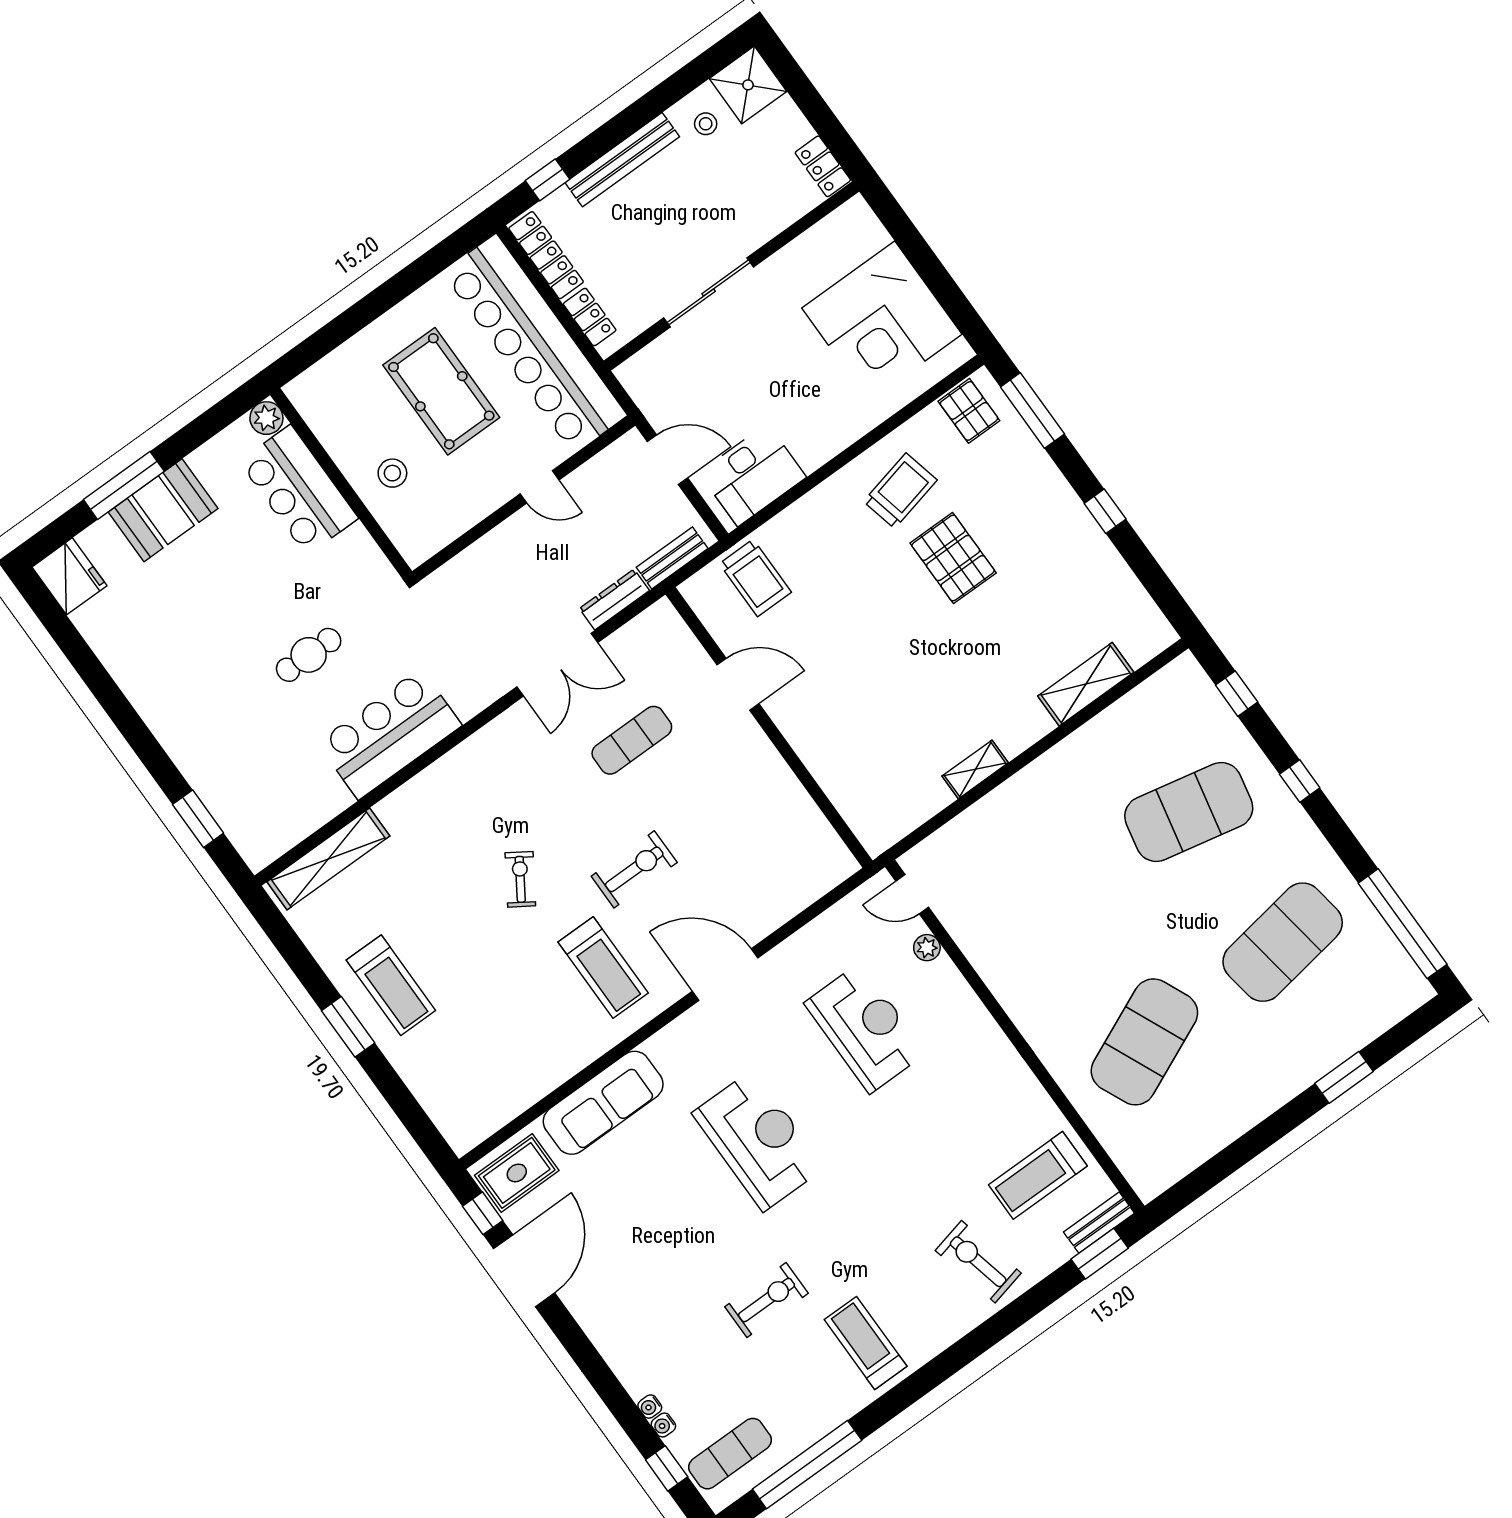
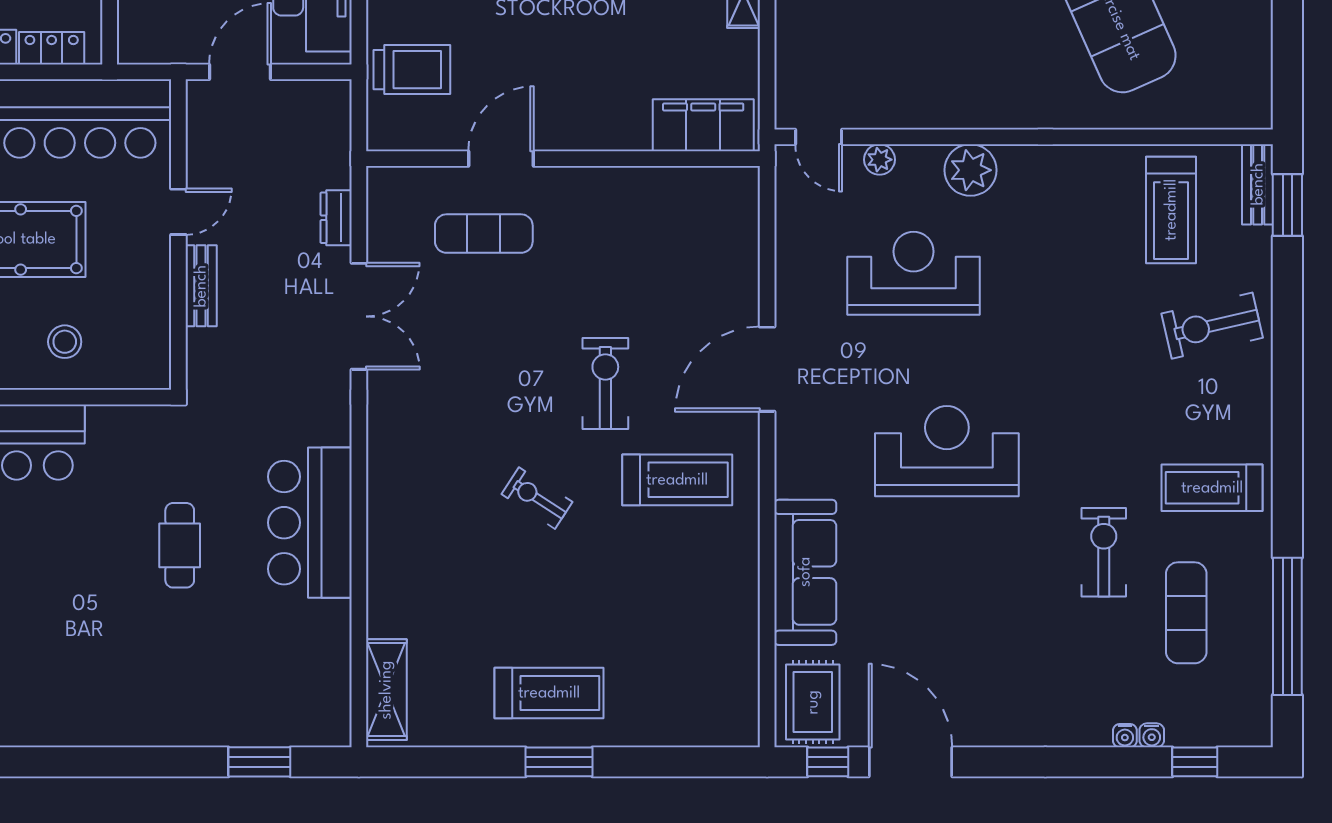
bench: (672, 558) -> (201, 286), moved
dresser: (614, 600) -> (336, 218), width x0.70
exercise mat: (632, 740) -> (484, 234), moved, turned 90
filing cabinet: (862, 808) -> (703, 125), added
shelving: (328, 859) -> (386, 690), width x0.68
door: (912, 894) -> (819, 137), hinge flipped
plant: (965, 1016) -> (970, 170), added
exercise mat: (730, 1454) -> (1186, 613), moved

